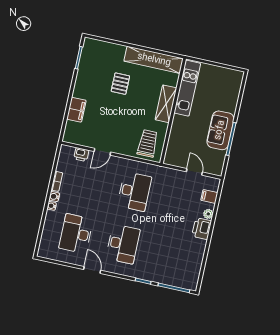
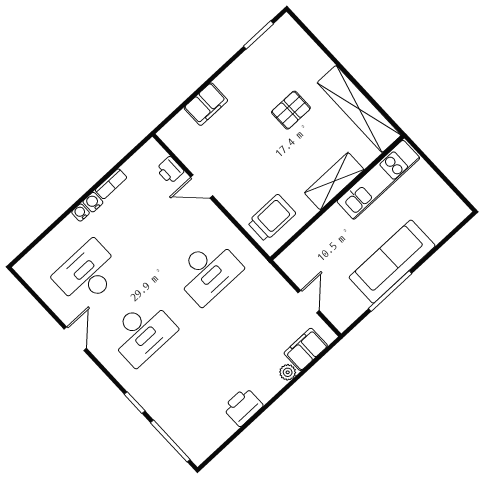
sofa: (220, 130) -> (392, 262), width x1.36
filing cabinet: (209, 196) -> (306, 349), width x2.00
printer: (202, 229) -> (243, 407), moved

